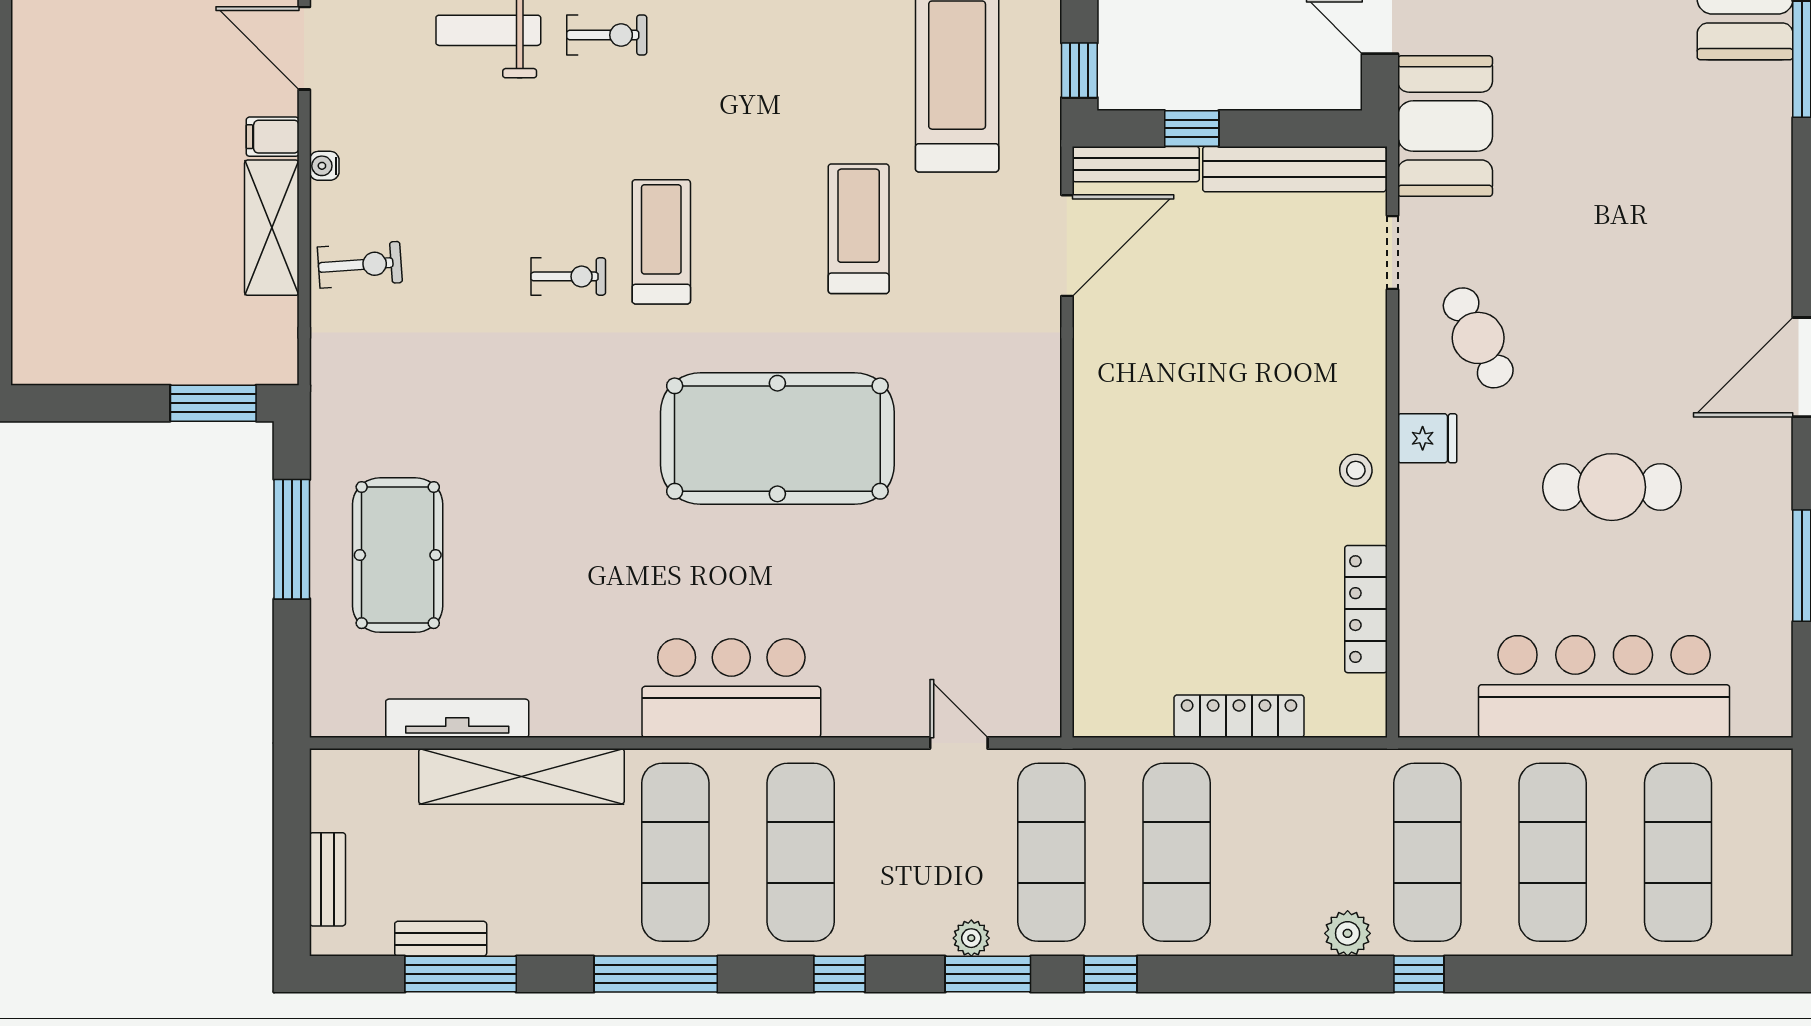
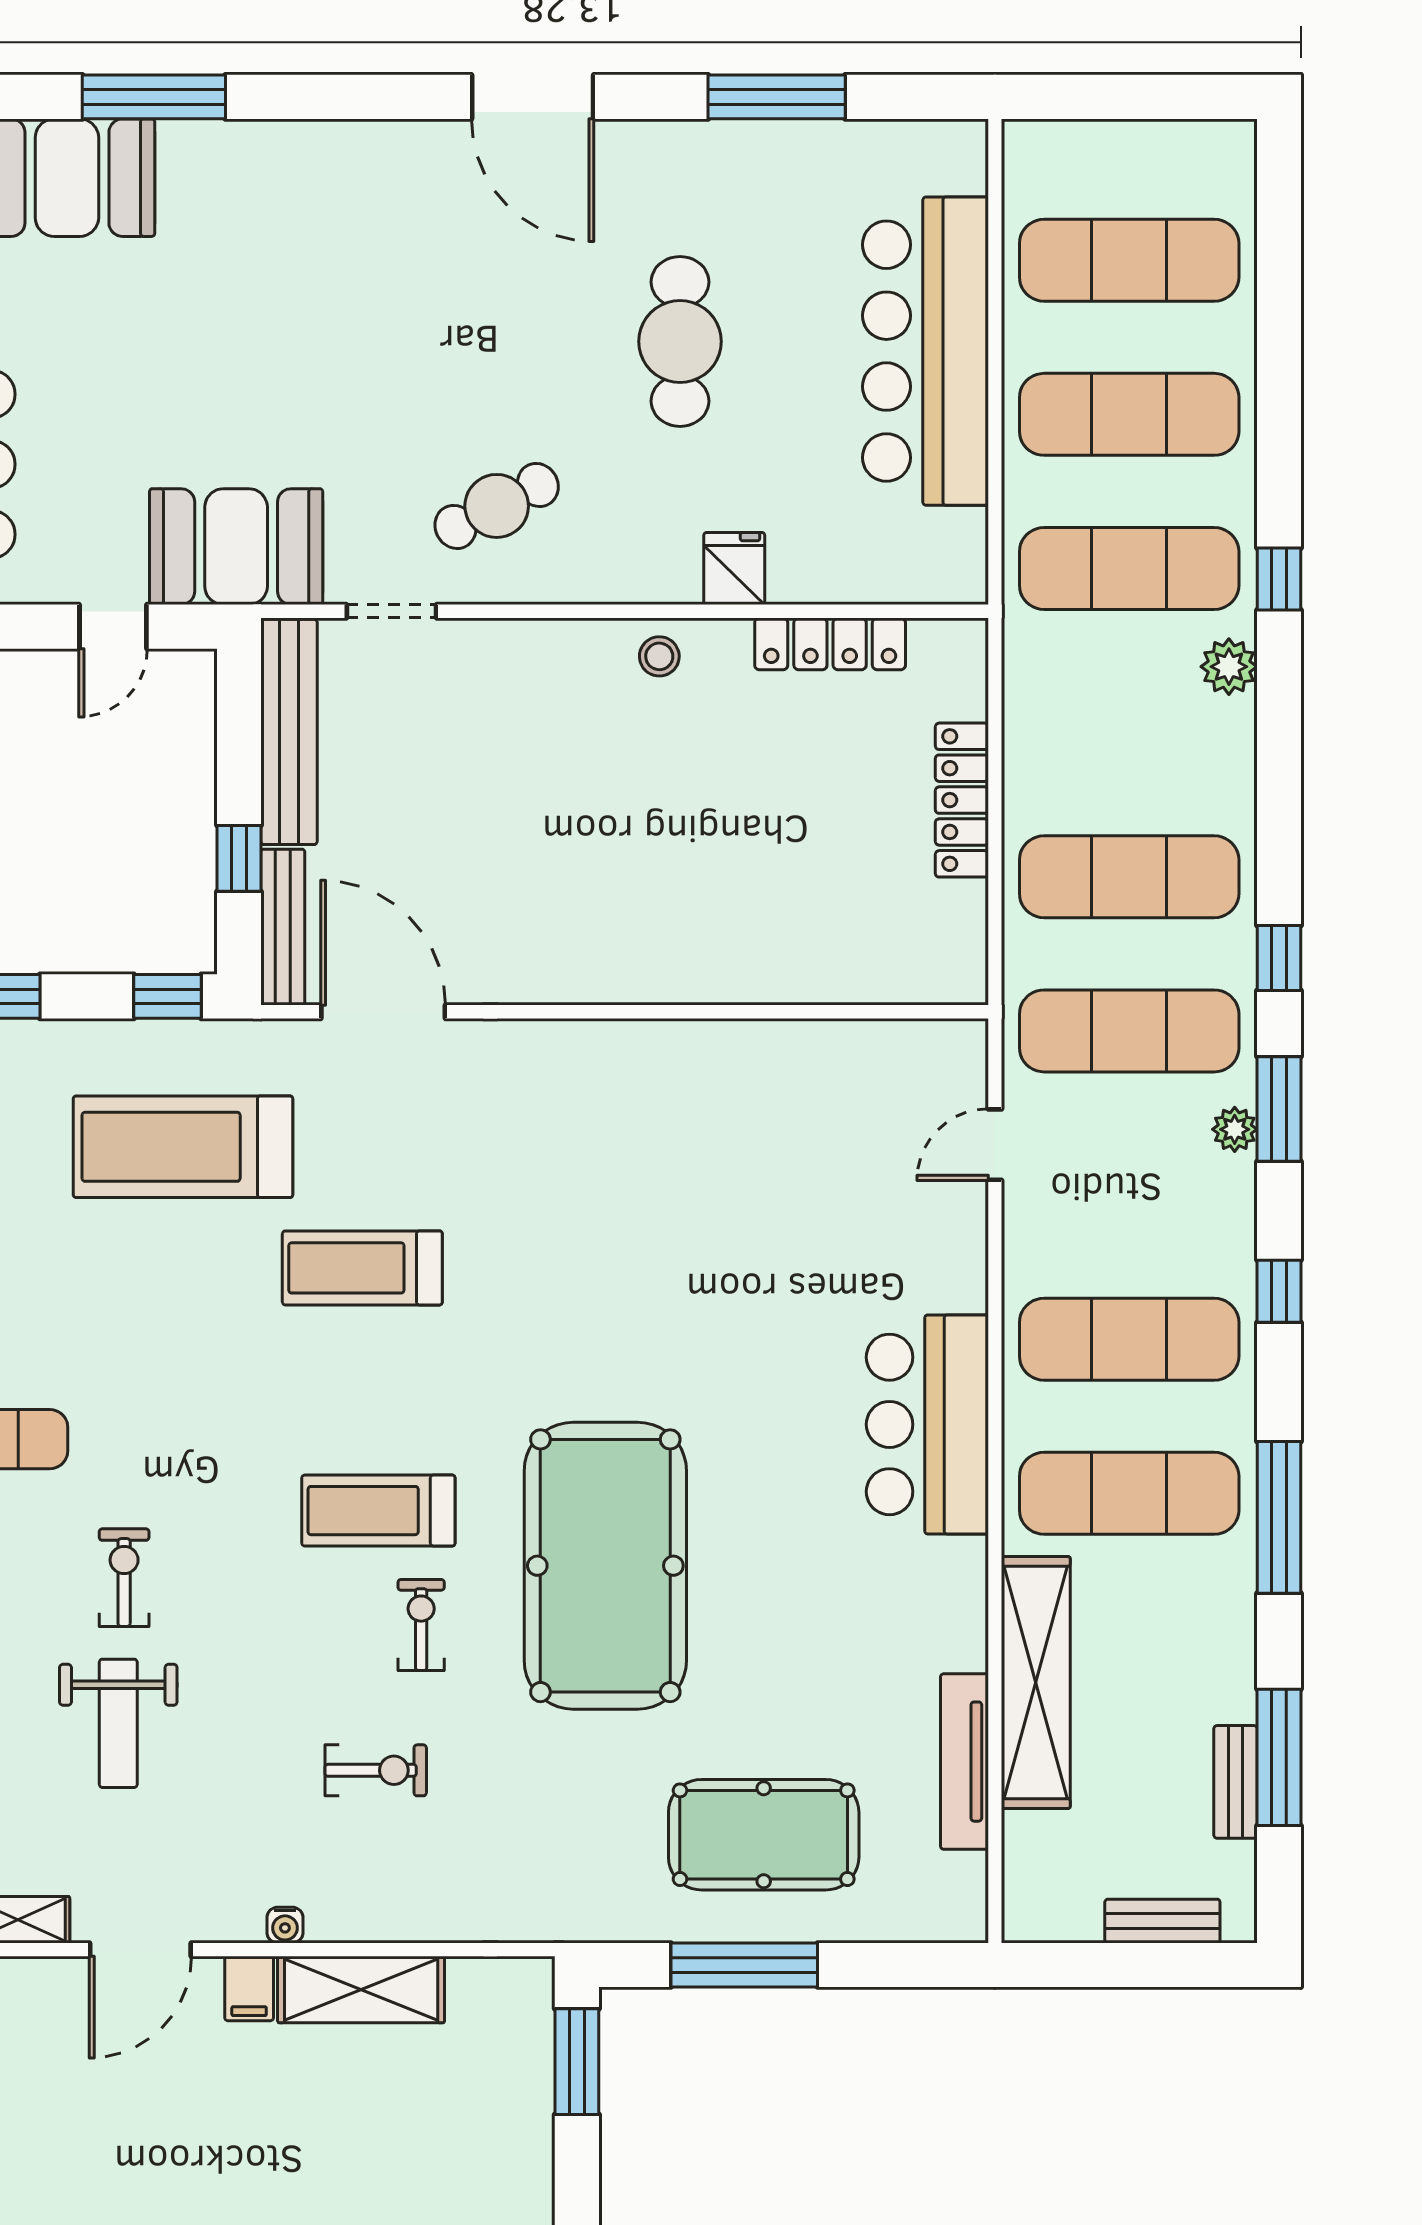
exercise bike: (360, 265) -> (376, 1770), moved, turned 94
fridge: (1427, 438) -> (734, 569), moved
pool table: (777, 439) -> (605, 1566), moved

